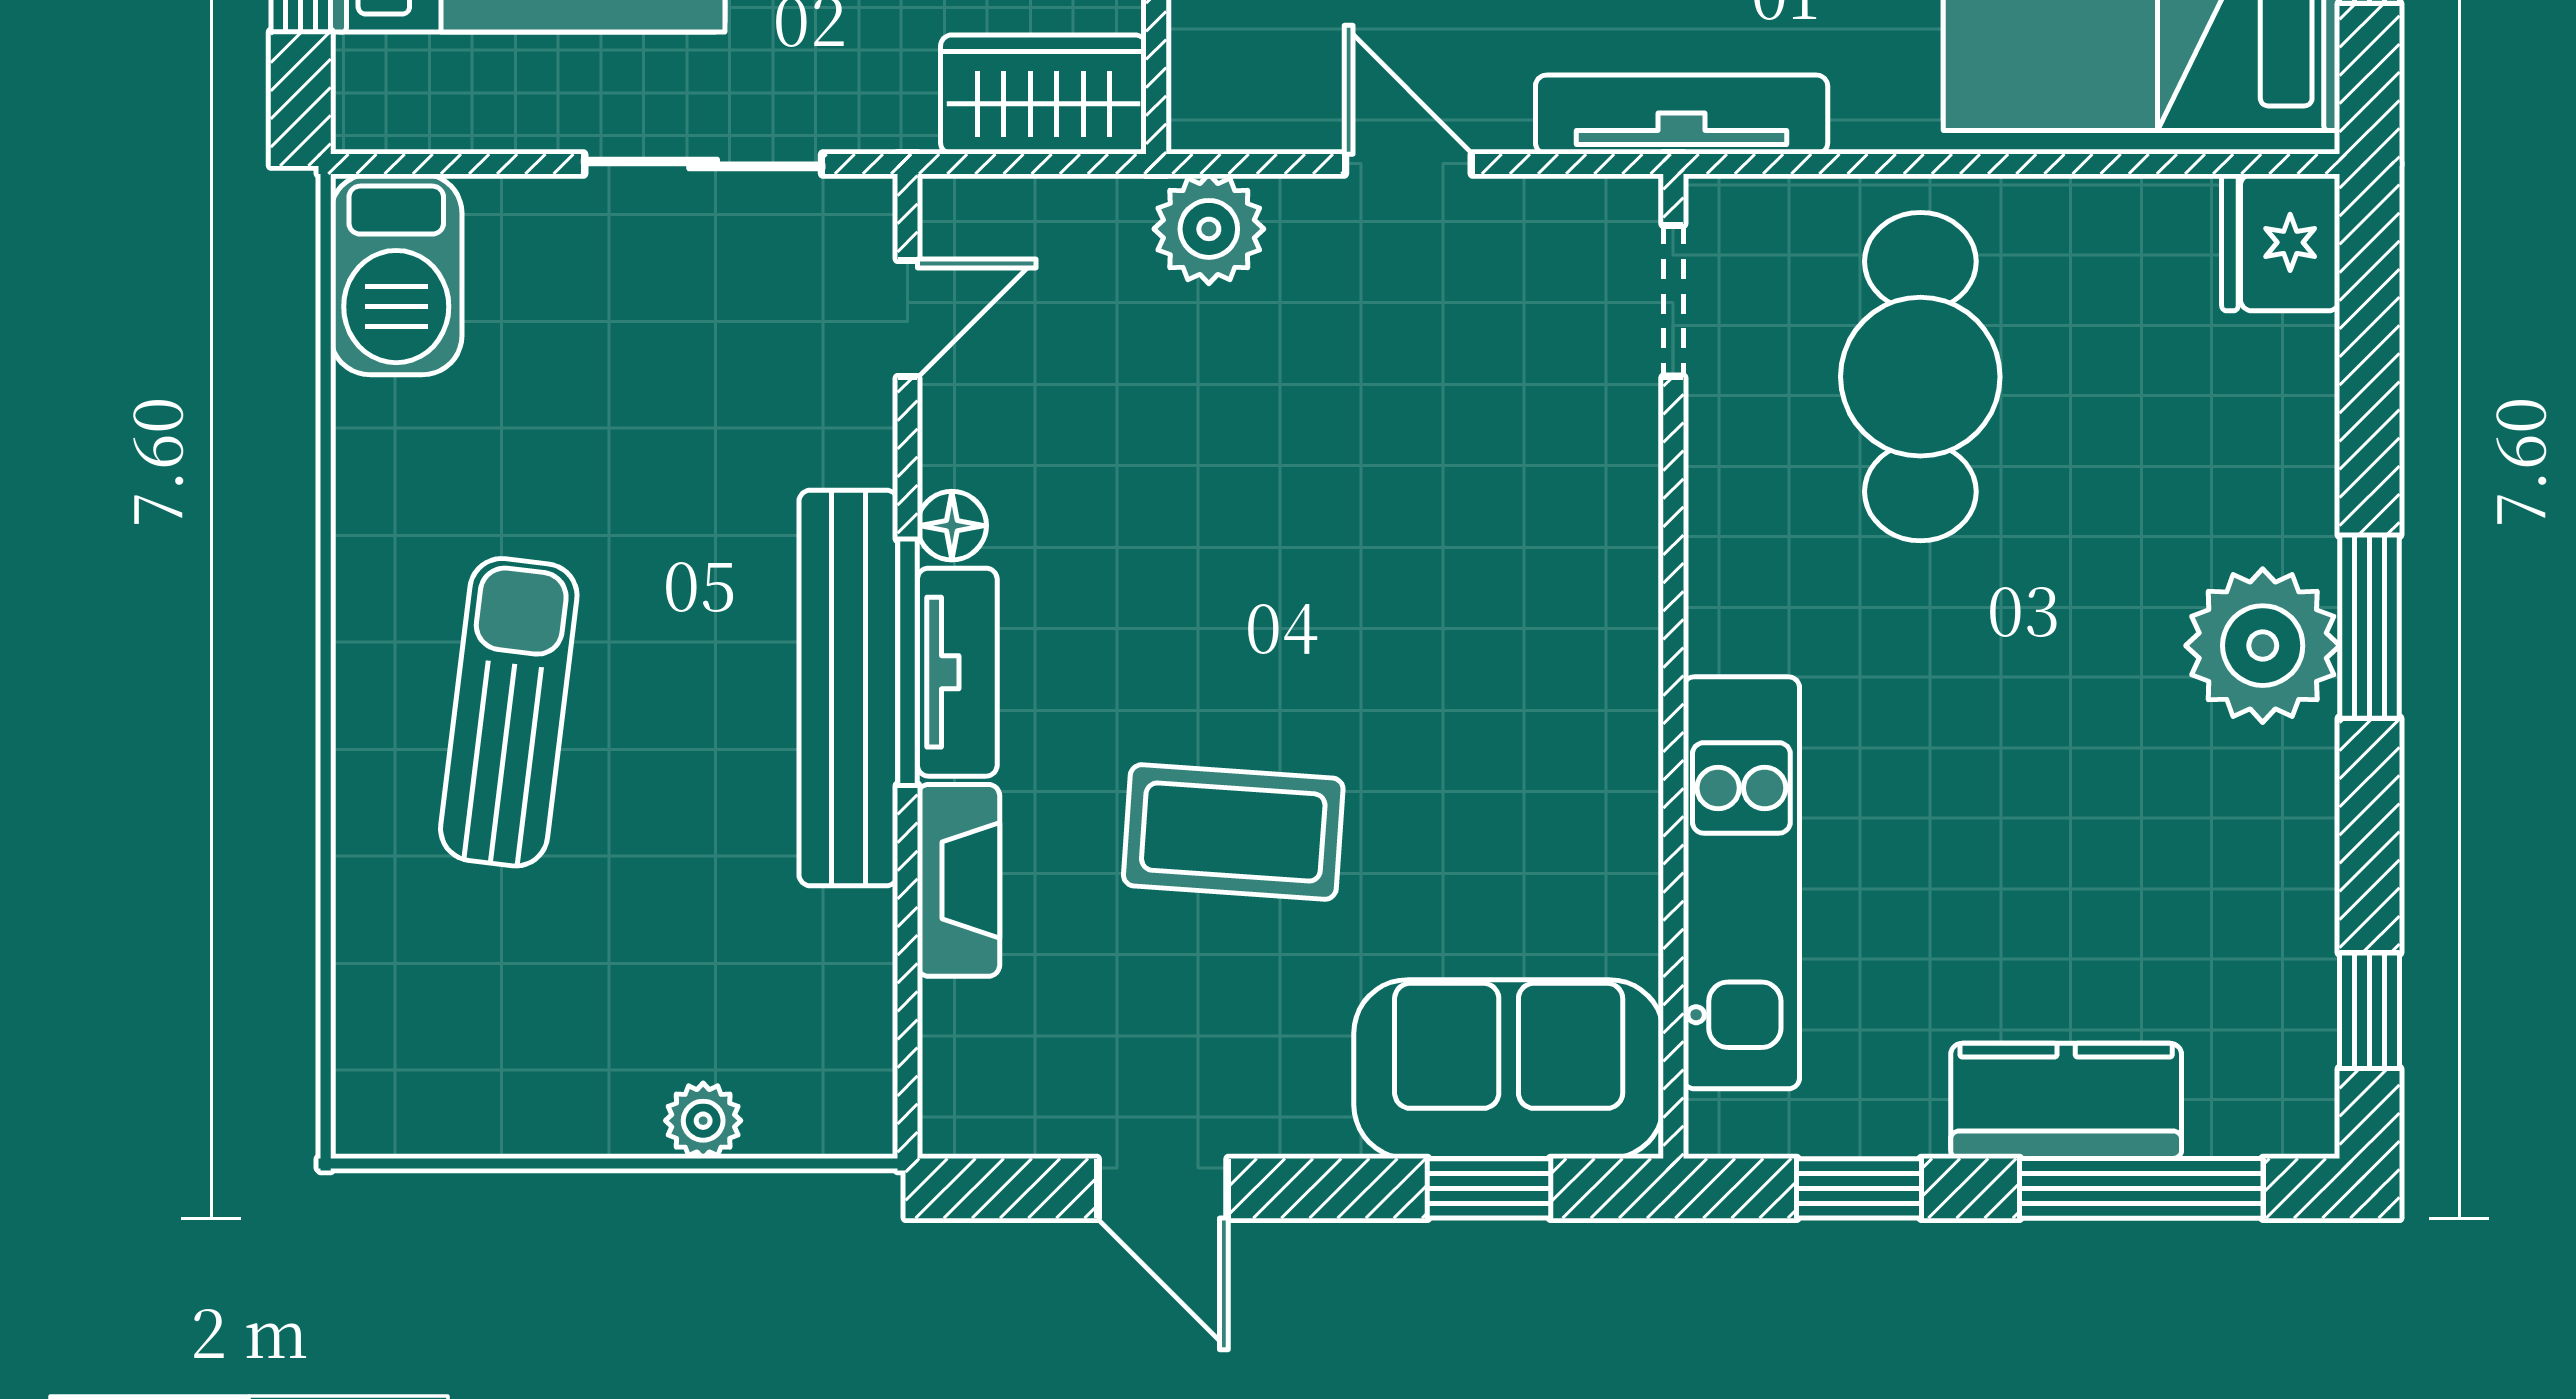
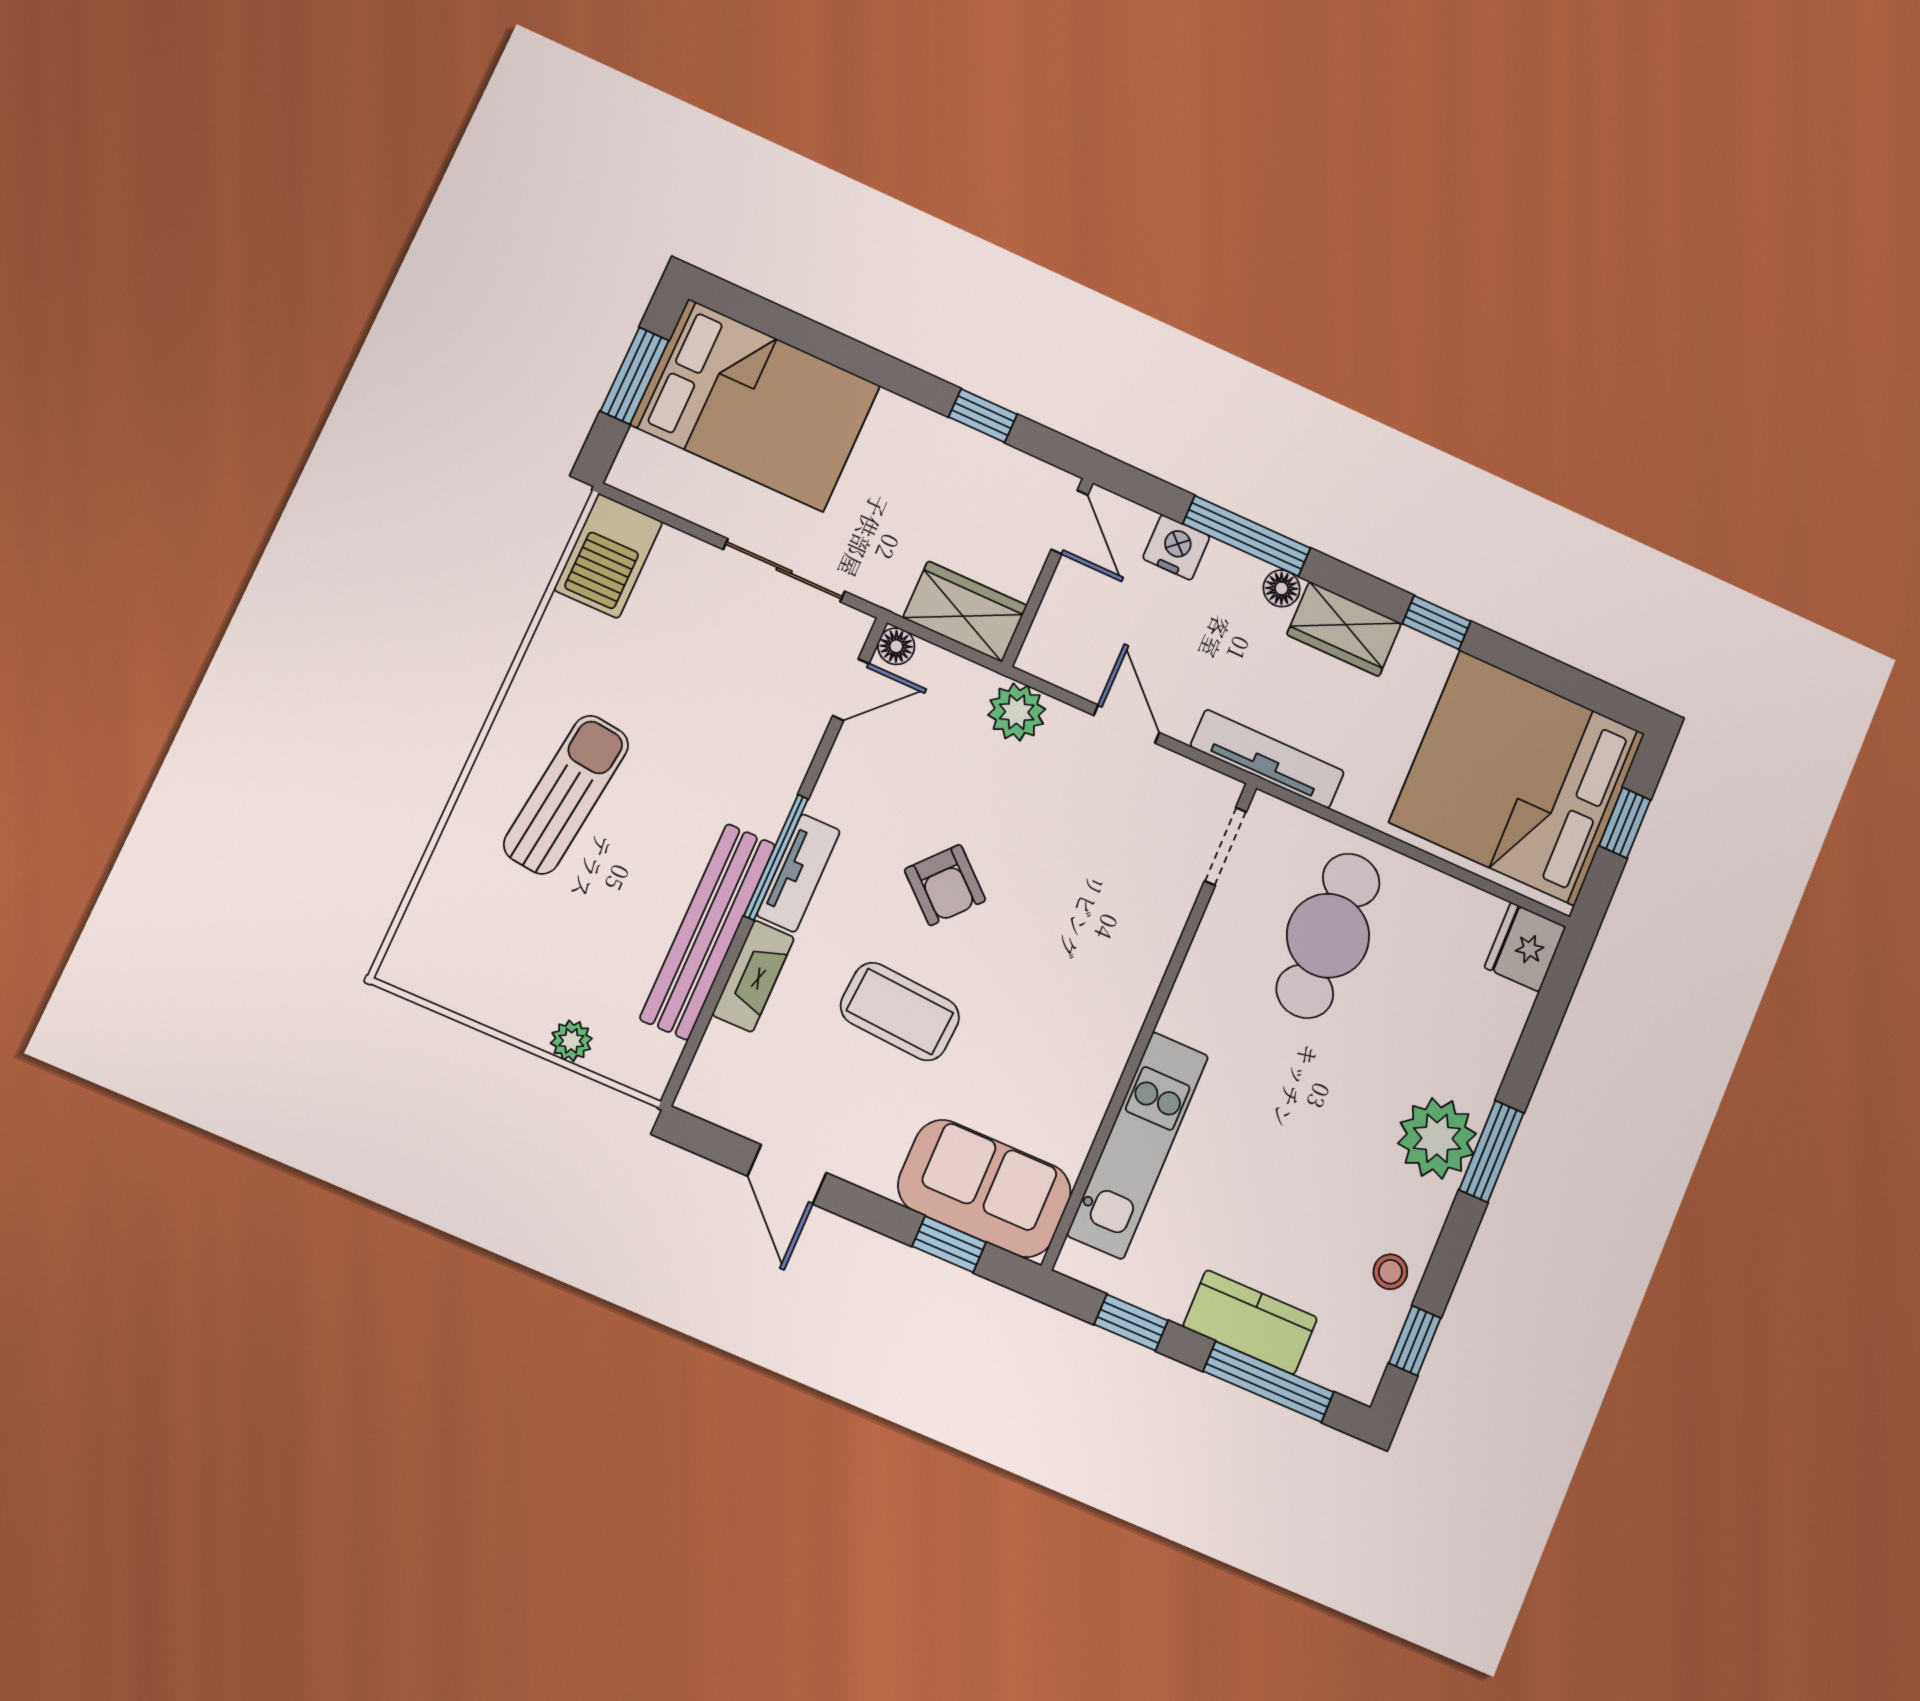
floor lamp: (952, 526) -> (896, 646), moved
armchair: (1216, 583) -> (945, 885), added
bench: (848, 688) -> (708, 932), moved
stool: (2277, 911) -> (1390, 1272), added

